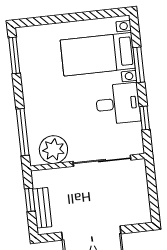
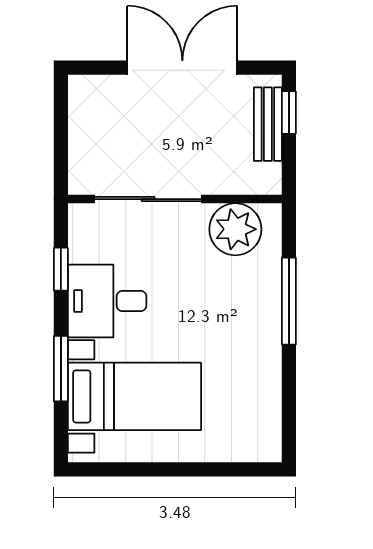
window: (14, 55) -> (289, 411), removed
window: (23, 132) -> (289, 301), moved
window: (30, 200) -> (289, 112), moved

